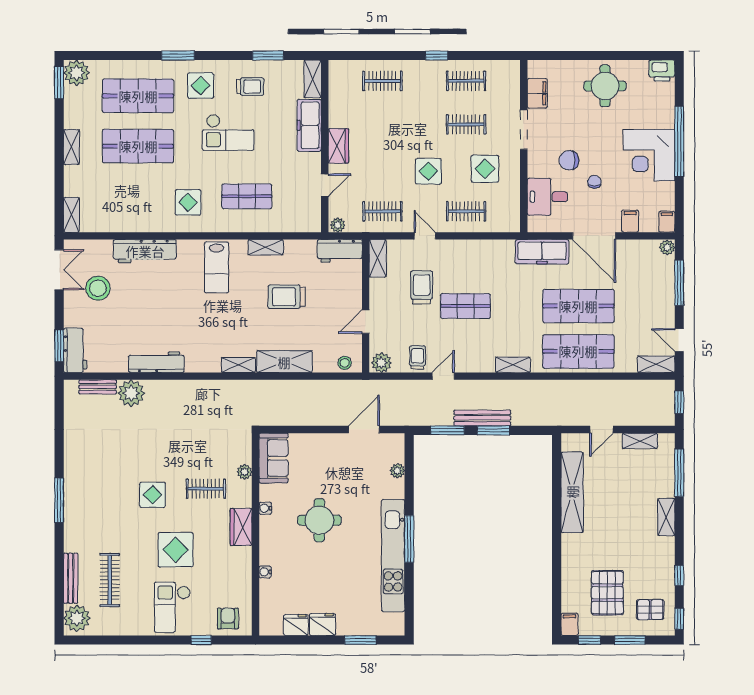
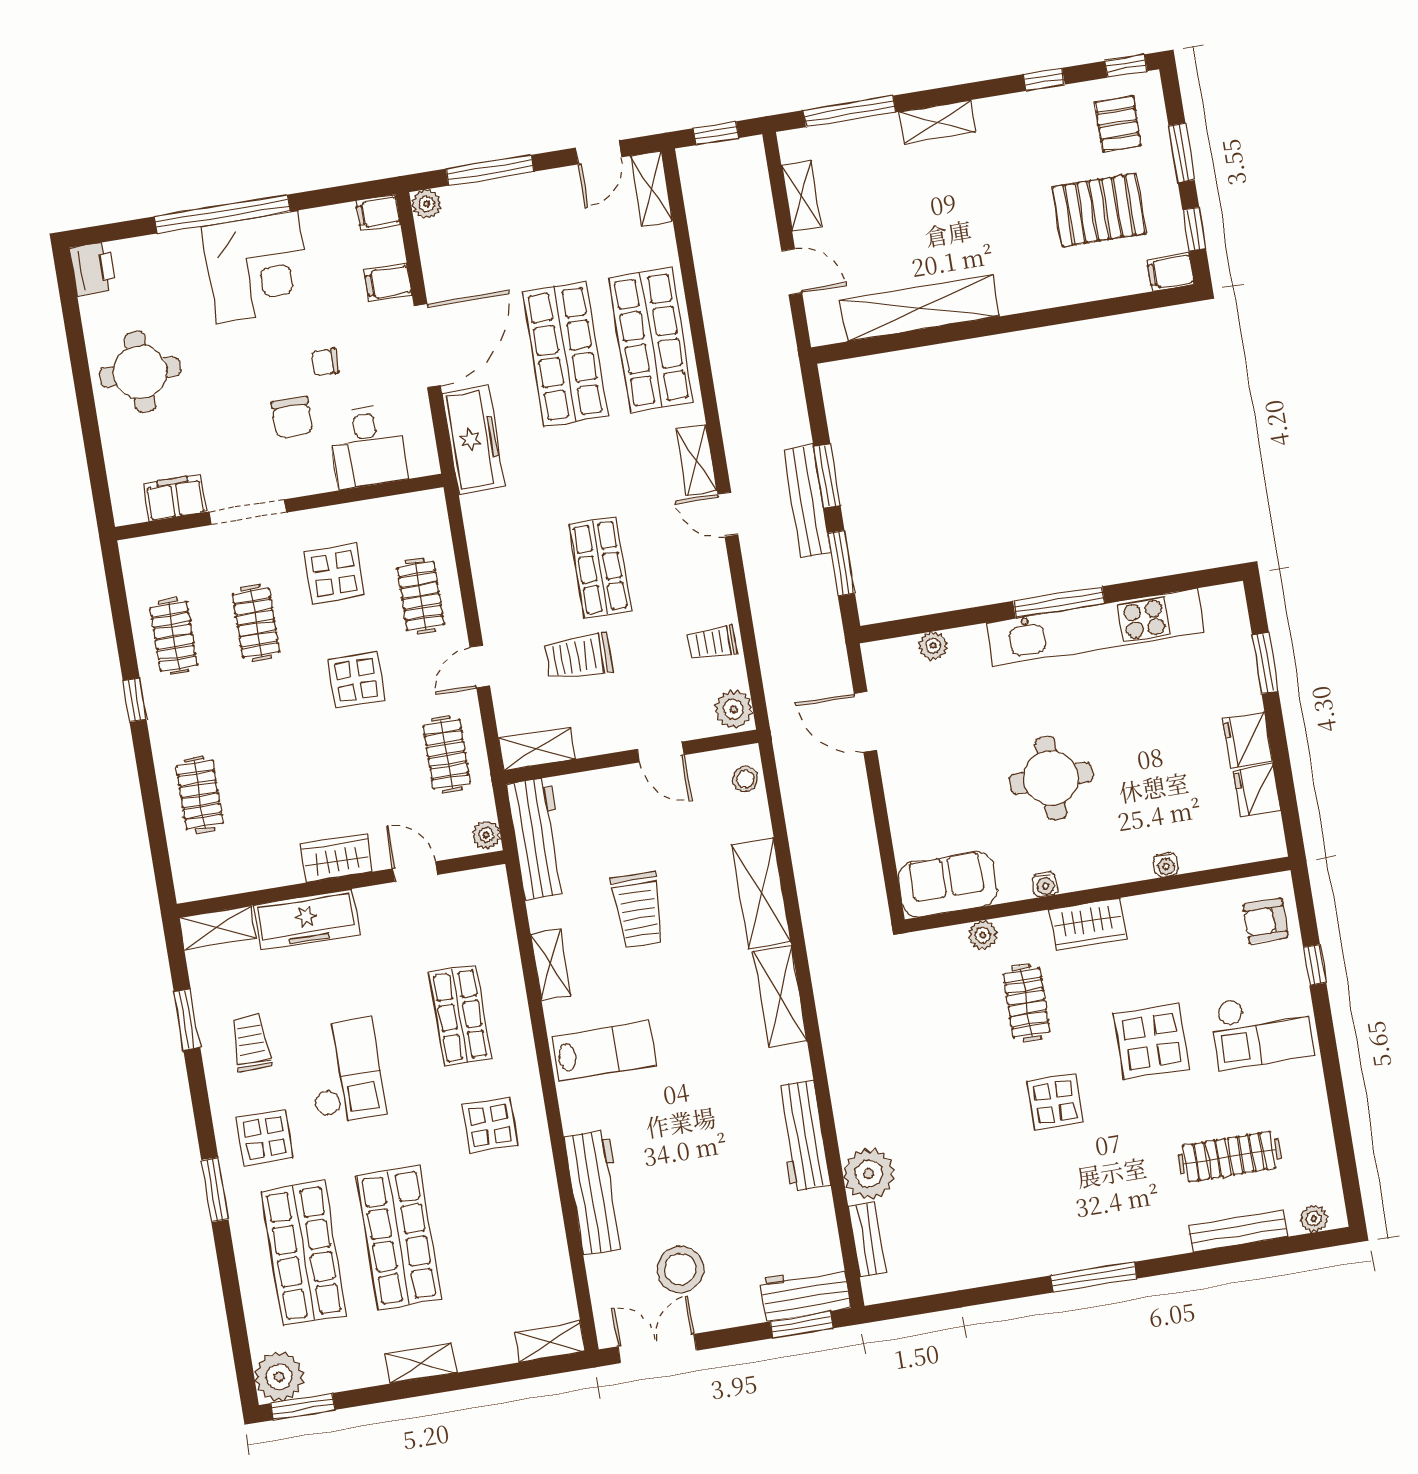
workbench: (340, 251) -> (537, 839), width x1.37
shelving: (238, 365) -> (780, 996), width x1.50, depth x1.33
door: (443, 376) -> (728, 514), moved
plant: (77, 618) -> (1314, 1219), width x0.53, depth x0.53

